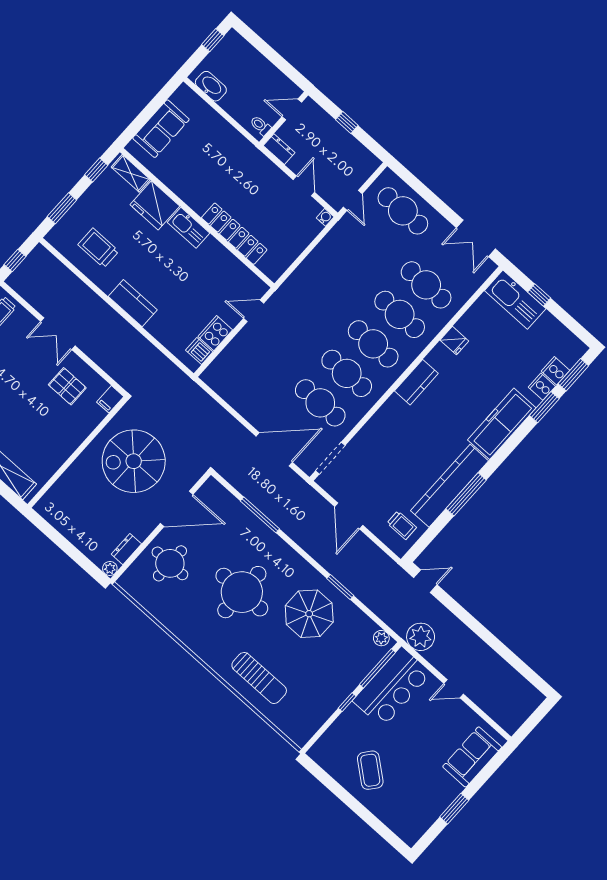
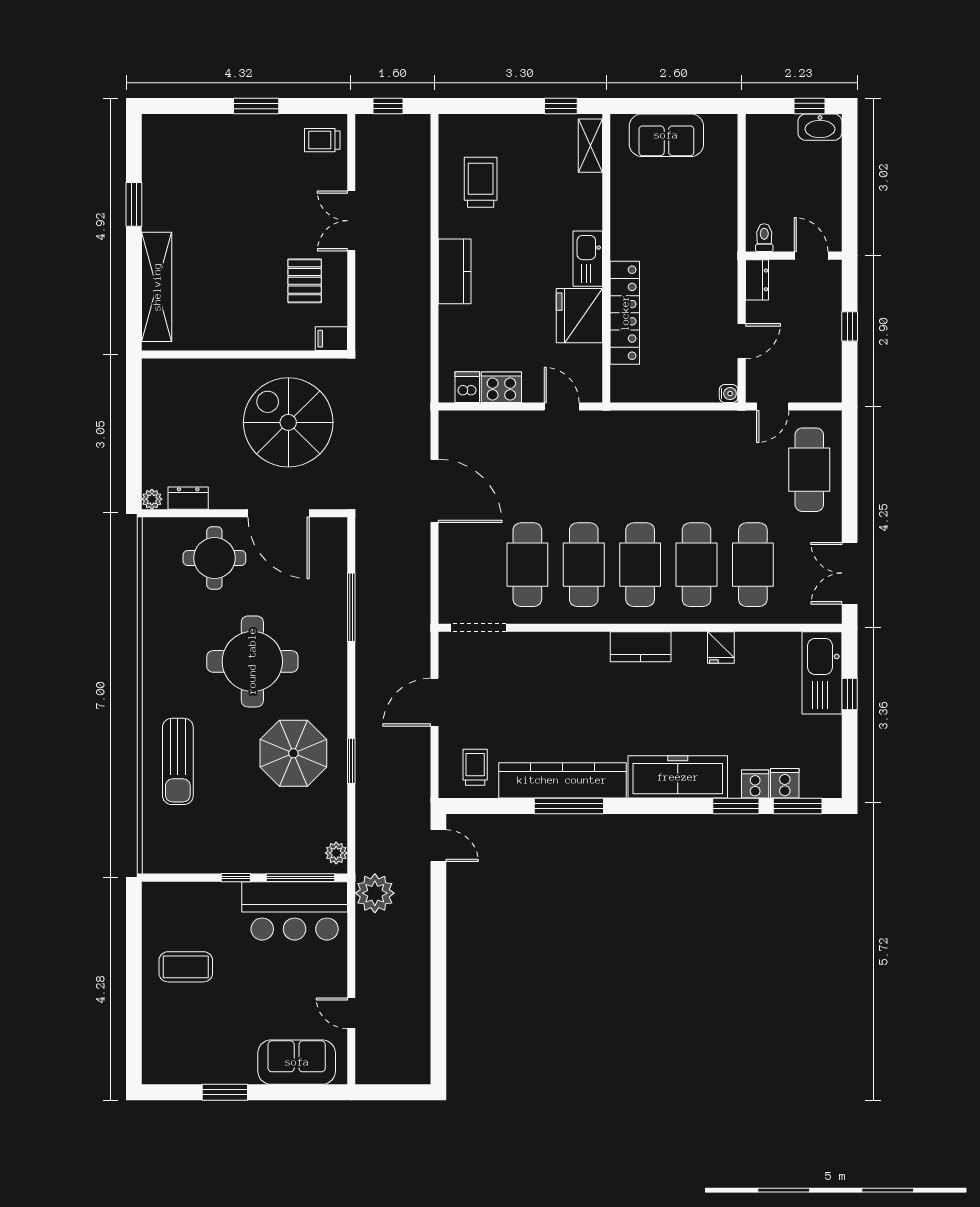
washbasin: (211, 86) -> (820, 127), moved, turned 90
fridge: (155, 205) -> (579, 316), moved
window: (62, 208) -> (488, 106), removed
door: (274, 449) -> (435, 491), moved
trolley: (402, 525) -> (475, 767), turned 180
door: (454, 689) -> (351, 1013), moved
coffee table: (370, 770) -> (186, 967), turned 51

